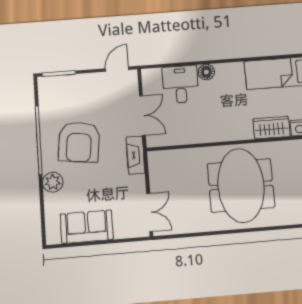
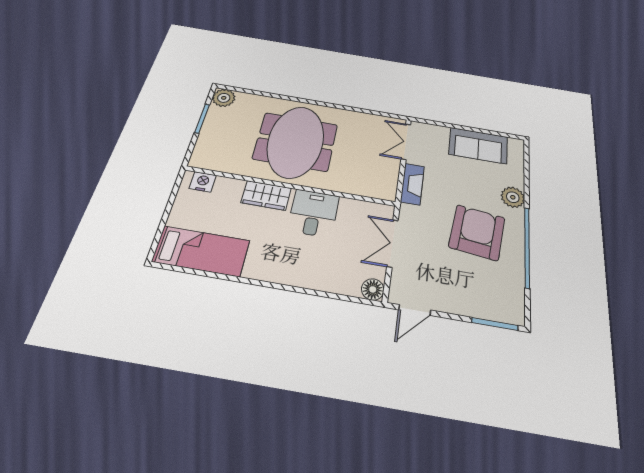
floor lamp: (206, 72) -> (373, 289), moved
desk: (181, 84) -> (313, 213), moved, turned 180
wardrobe: (272, 128) -> (266, 195), moved
fireplace: (136, 155) -> (412, 184), moved

